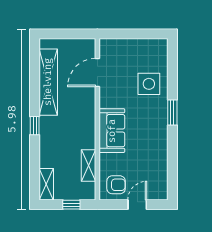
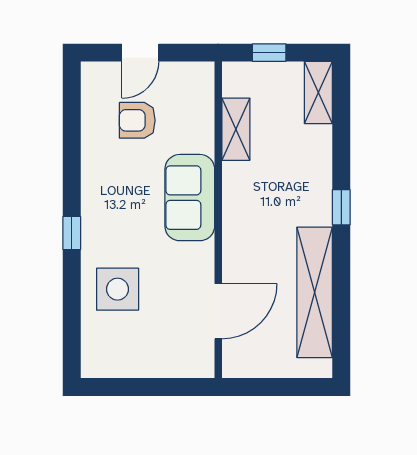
window: (172, 112) -> (72, 233), width x0.67
armchair: (116, 185) -> (137, 120), moved

